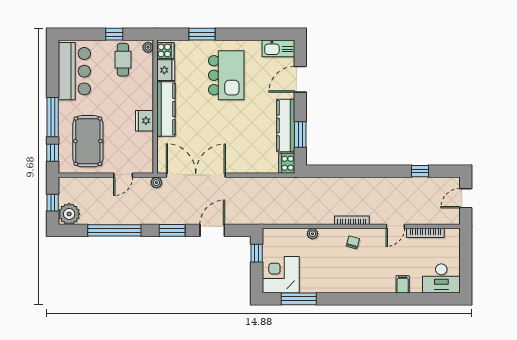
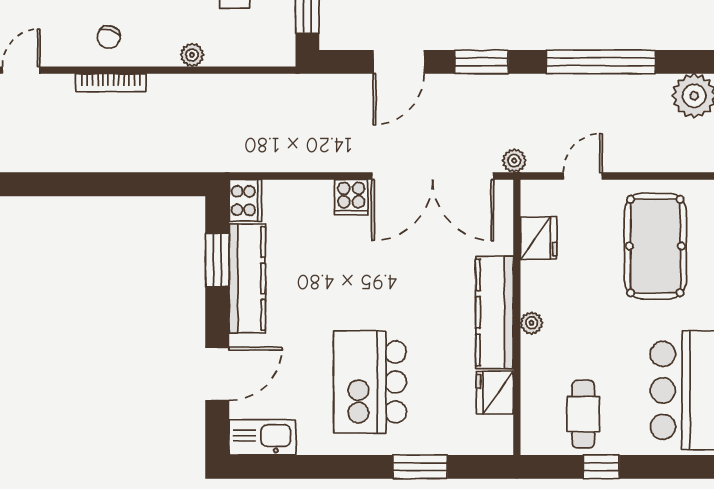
plant: (148, 47) -> (532, 323), moved
cooker: (165, 50) -> (351, 197), moved, turned -90
fridge: (144, 121) -> (539, 238), moved

